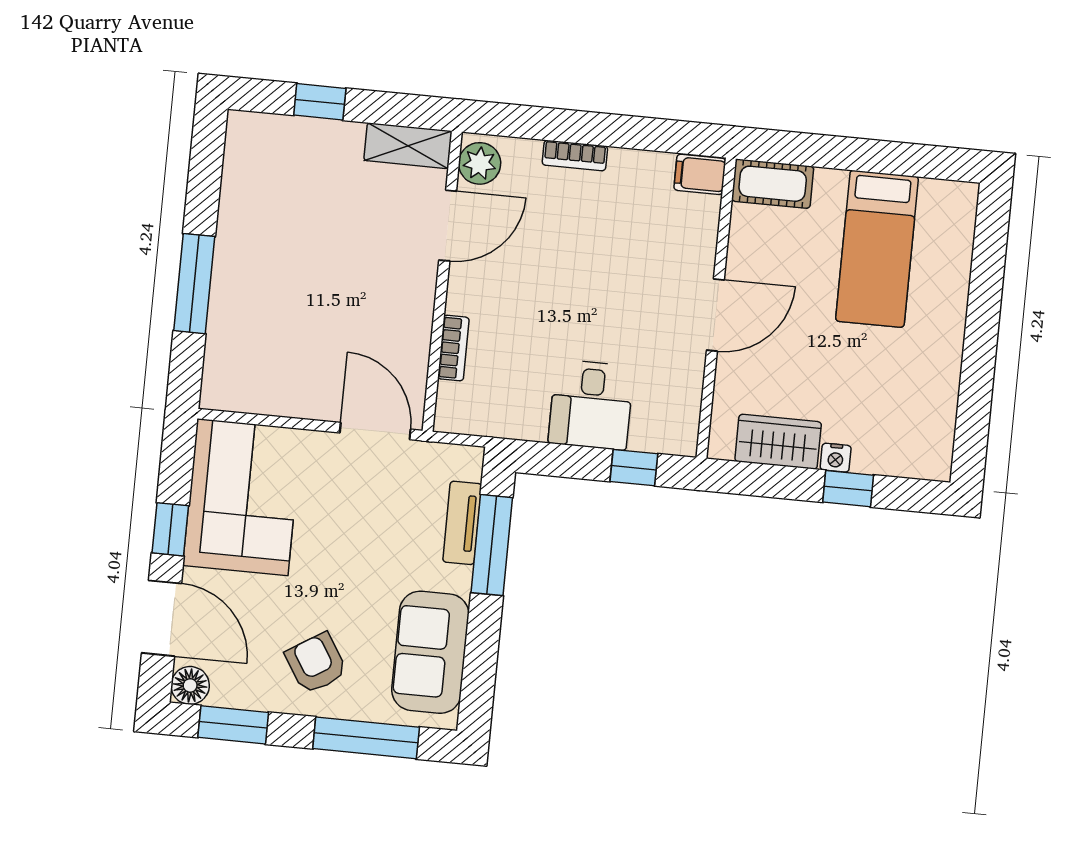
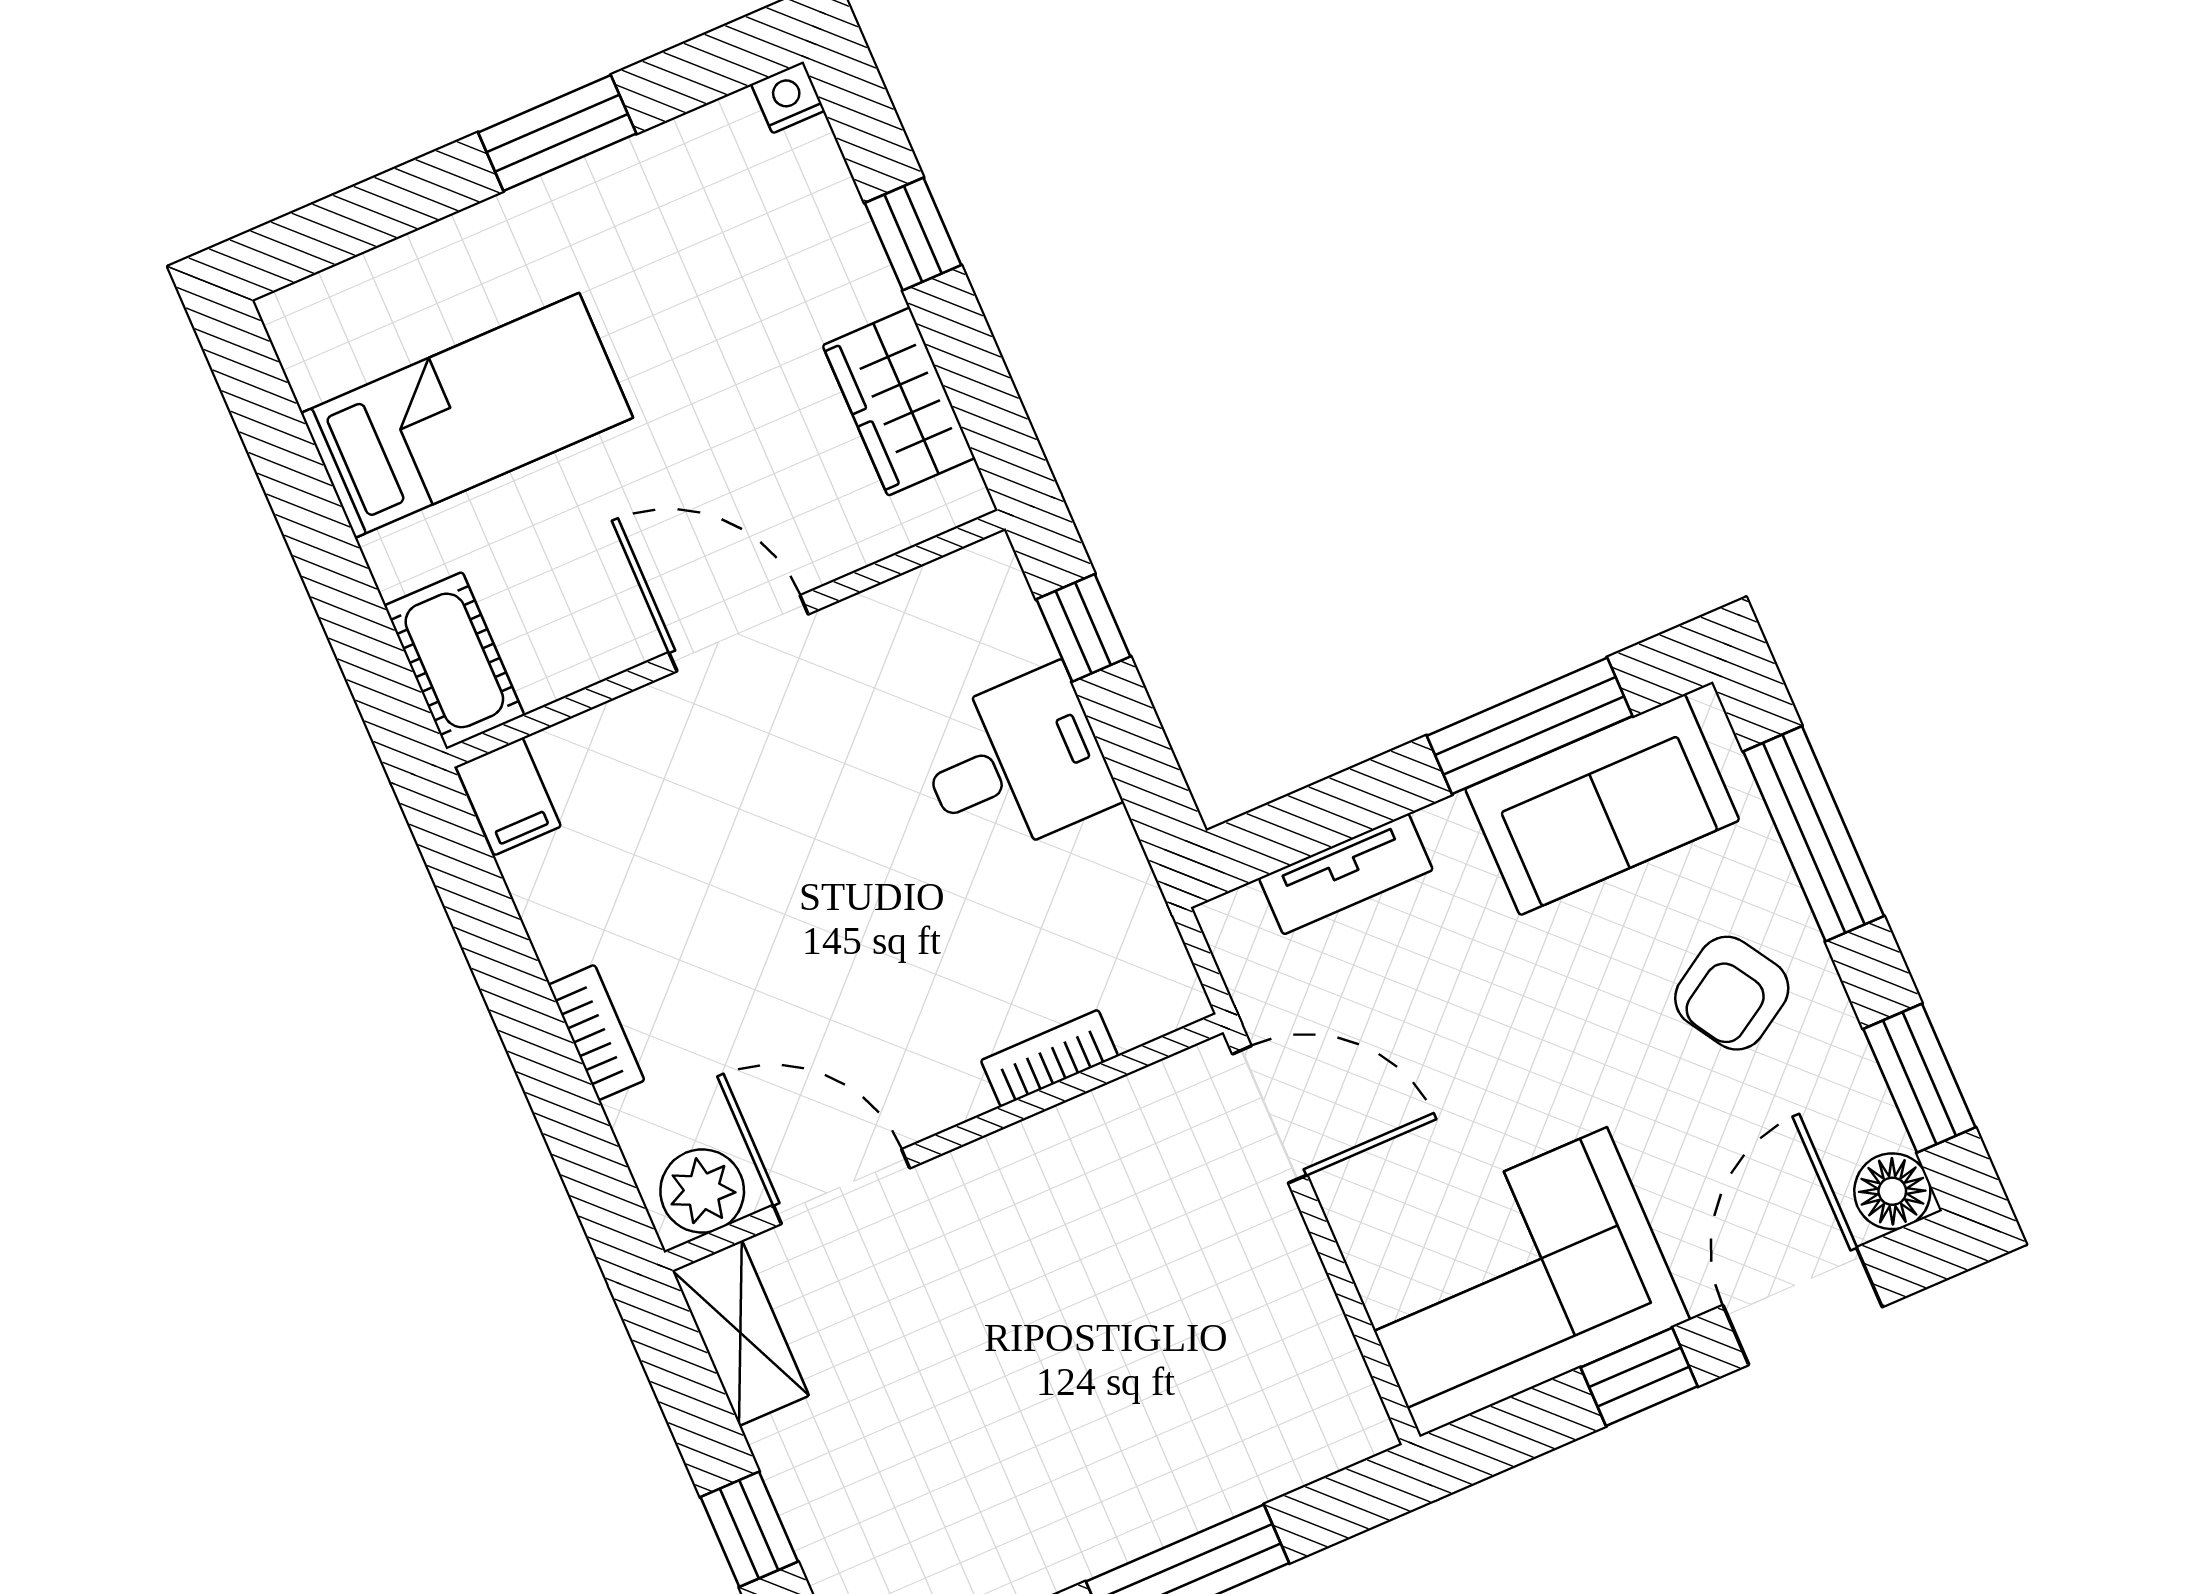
window: (979, 357) -> (557, 133), added
door: (375, 431) -> (1270, 1114), swing flipped
nightstand: (836, 458) -> (788, 97), moved, turned -90
window: (492, 545) -> (1530, 726), moved

